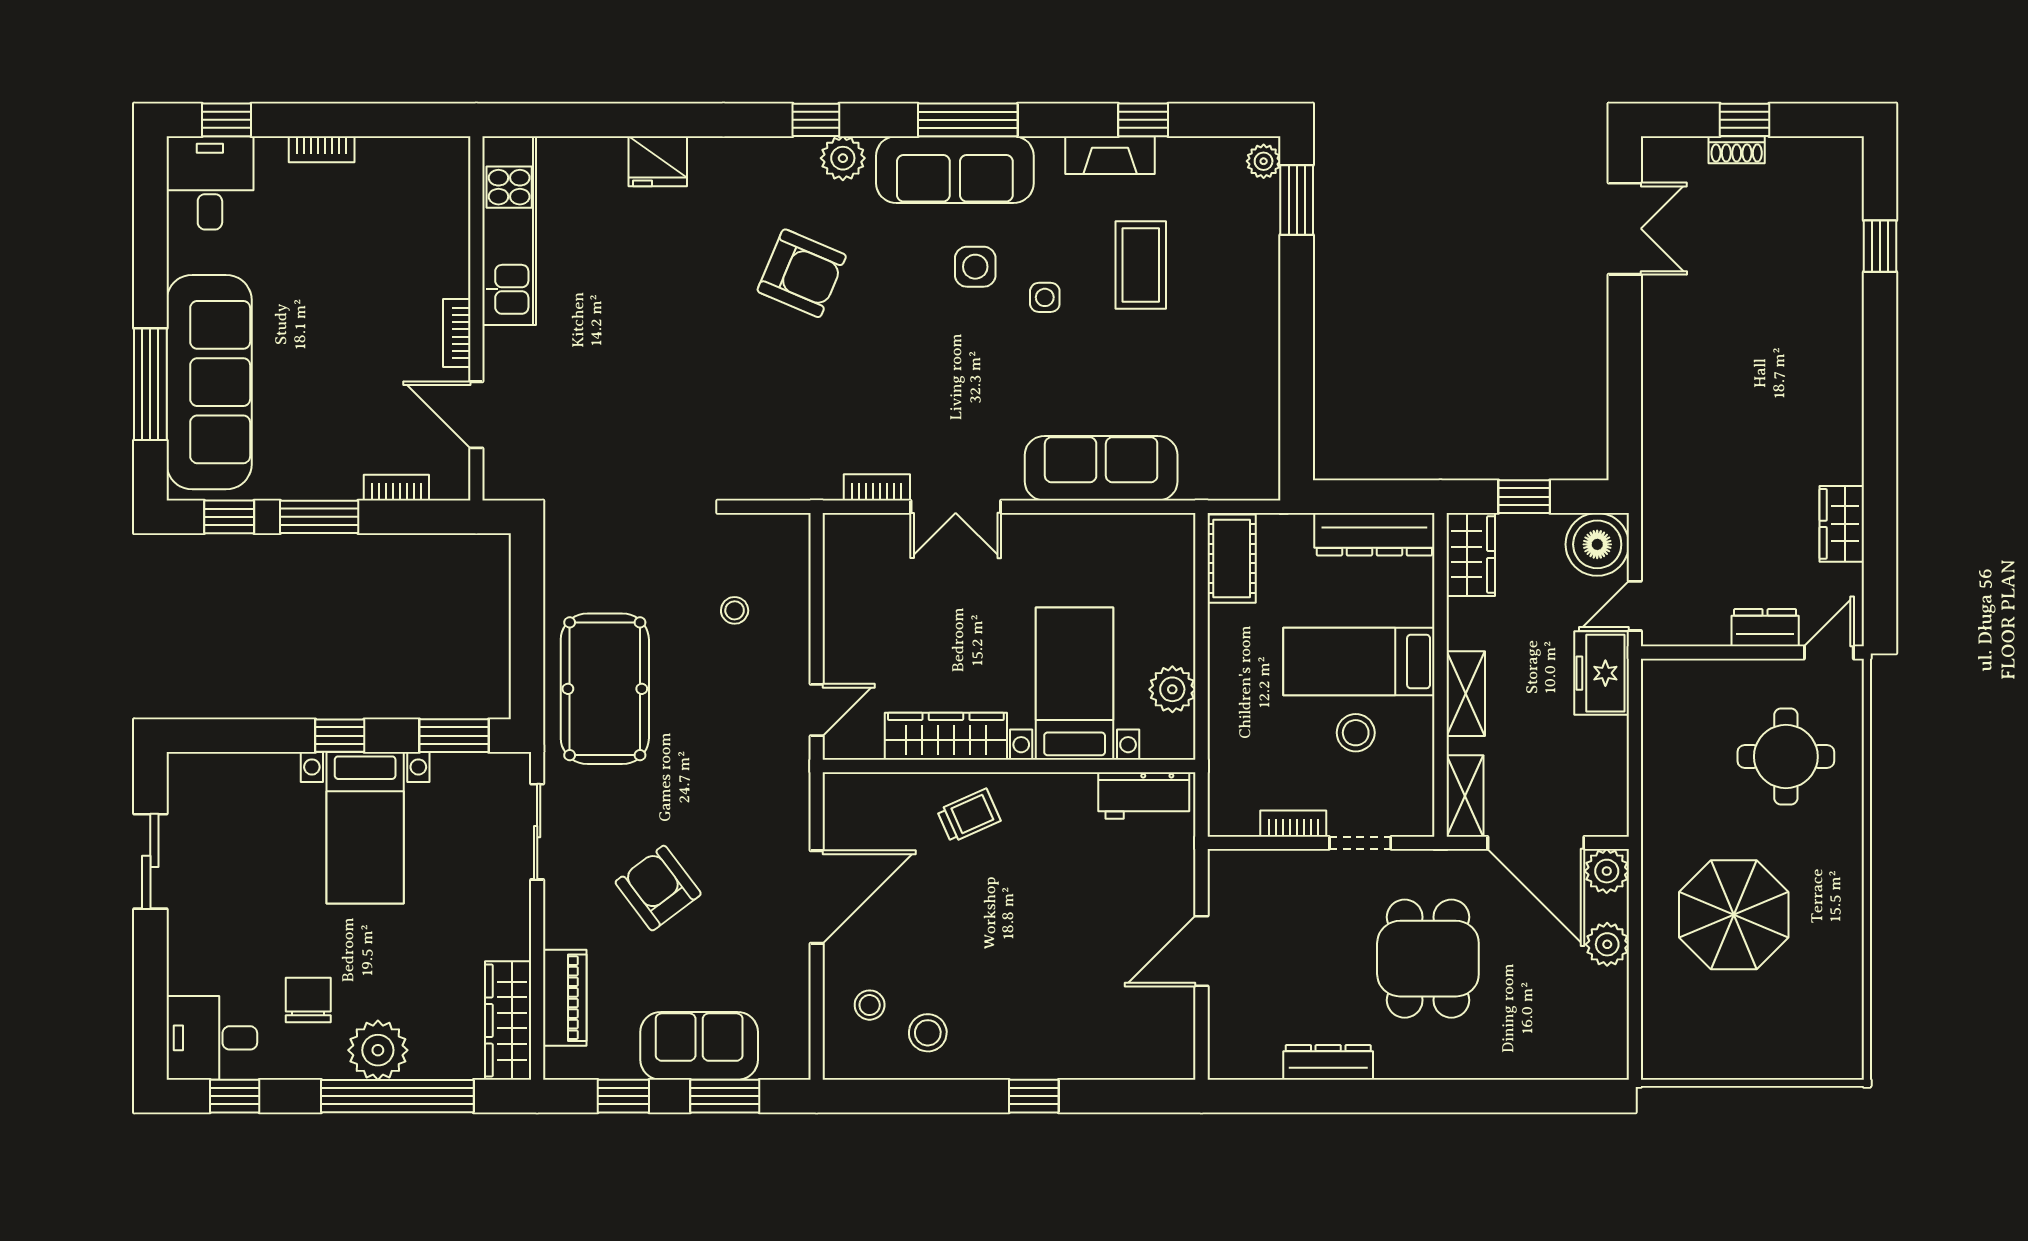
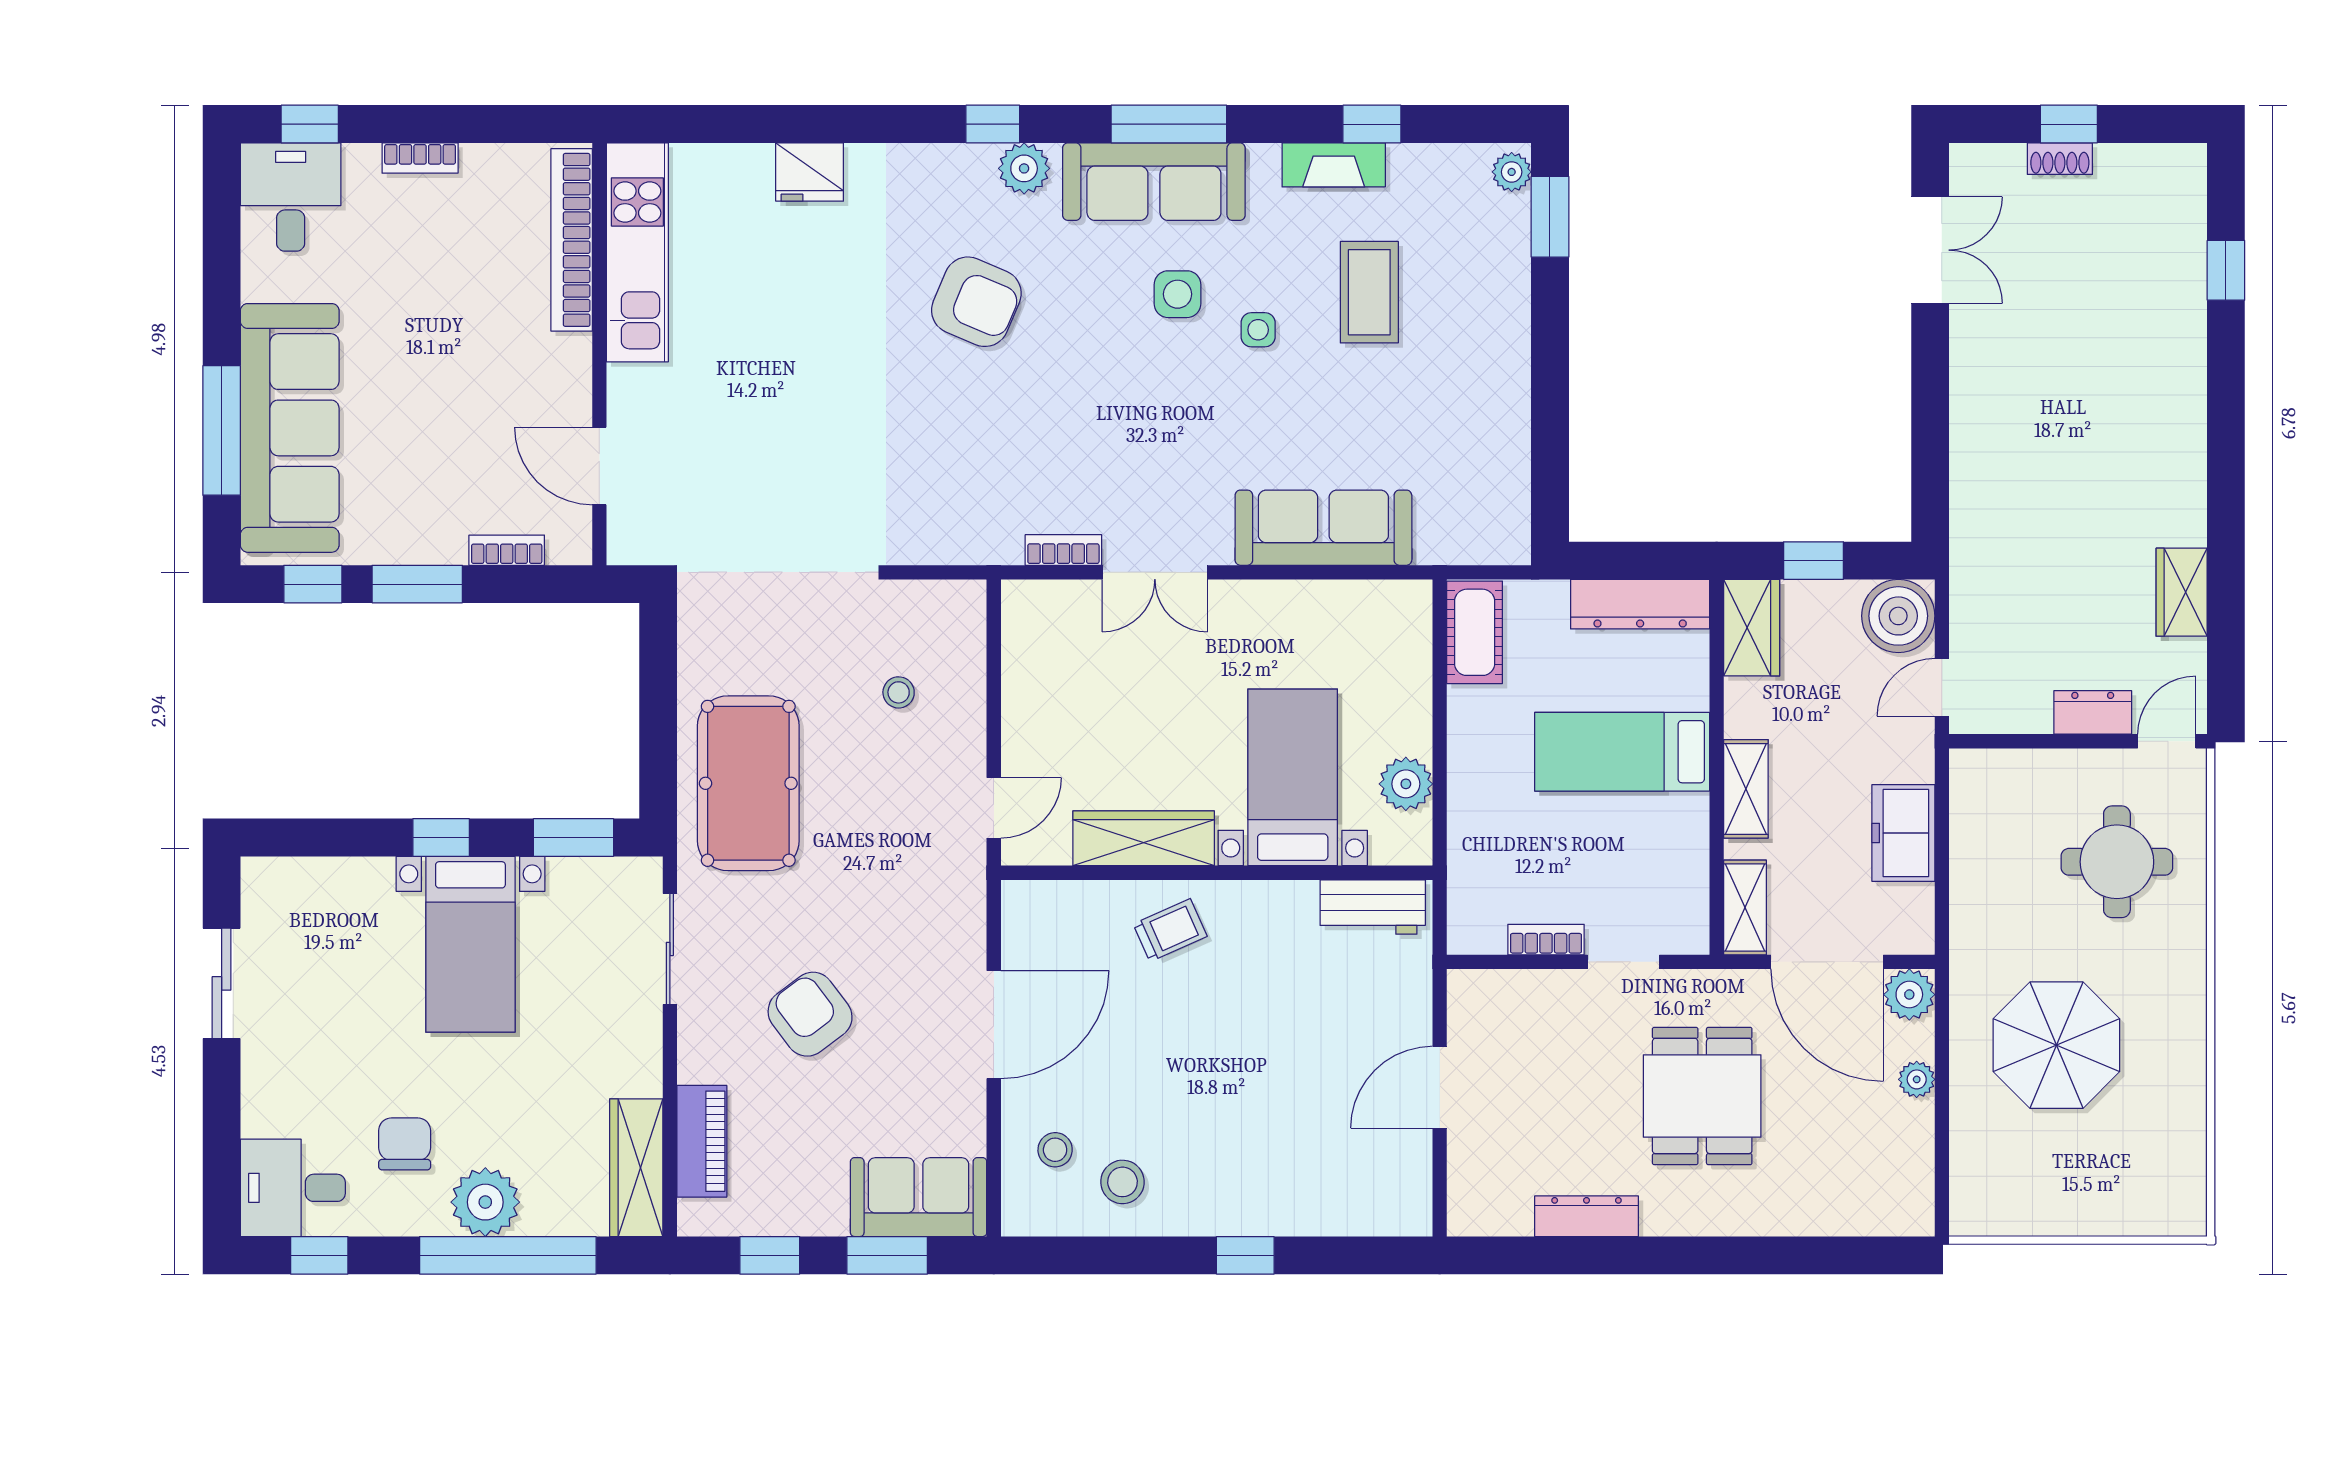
bookcase: (457, 333) -> (572, 240), moved, width x2.31, depth x1.31
freezer: (1602, 673) -> (1903, 833), moved
stool: (1356, 733) -> (1618, 834), removed
plant: (1607, 944) -> (1917, 1079), width x0.73, depth x0.73
sofa: (699, 1046) -> (919, 1197), moved

